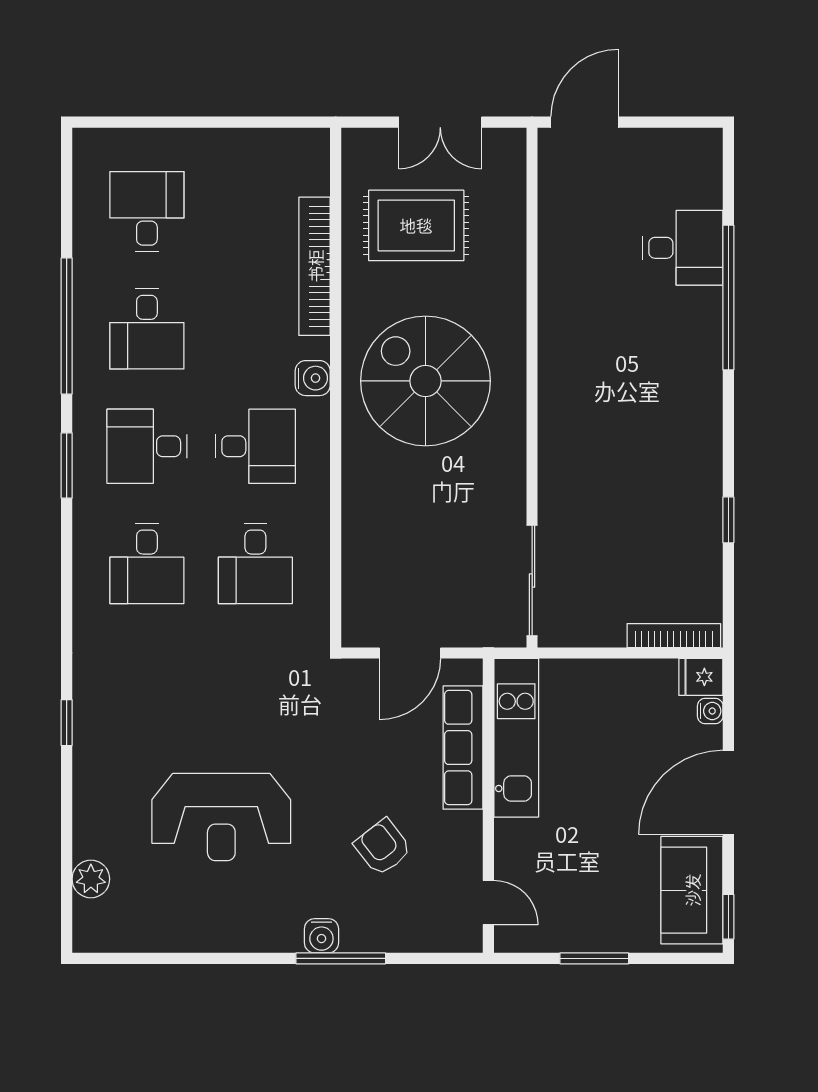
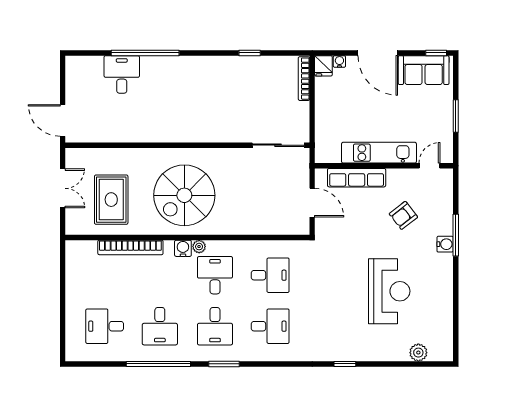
desk: (147, 329) -> (160, 326), turned 90
plant: (316, 412) -> (199, 247), added
kitchen unit: (516, 738) -> (379, 153), moved

